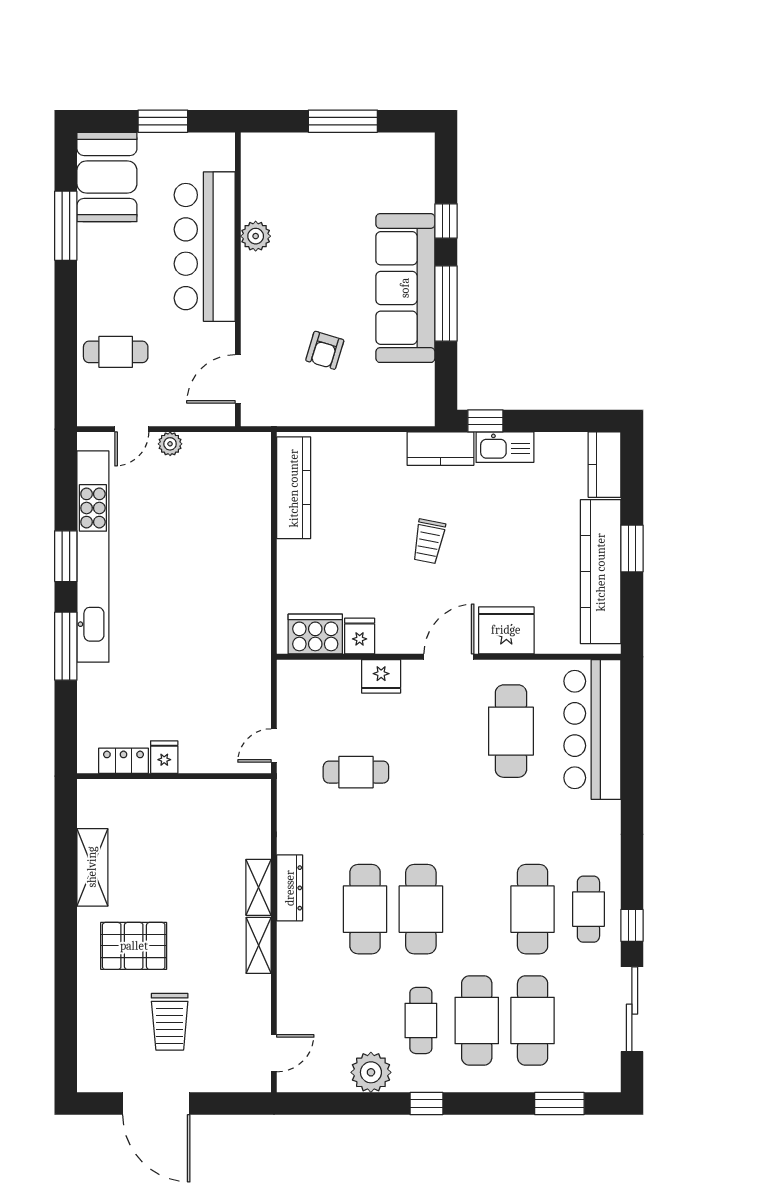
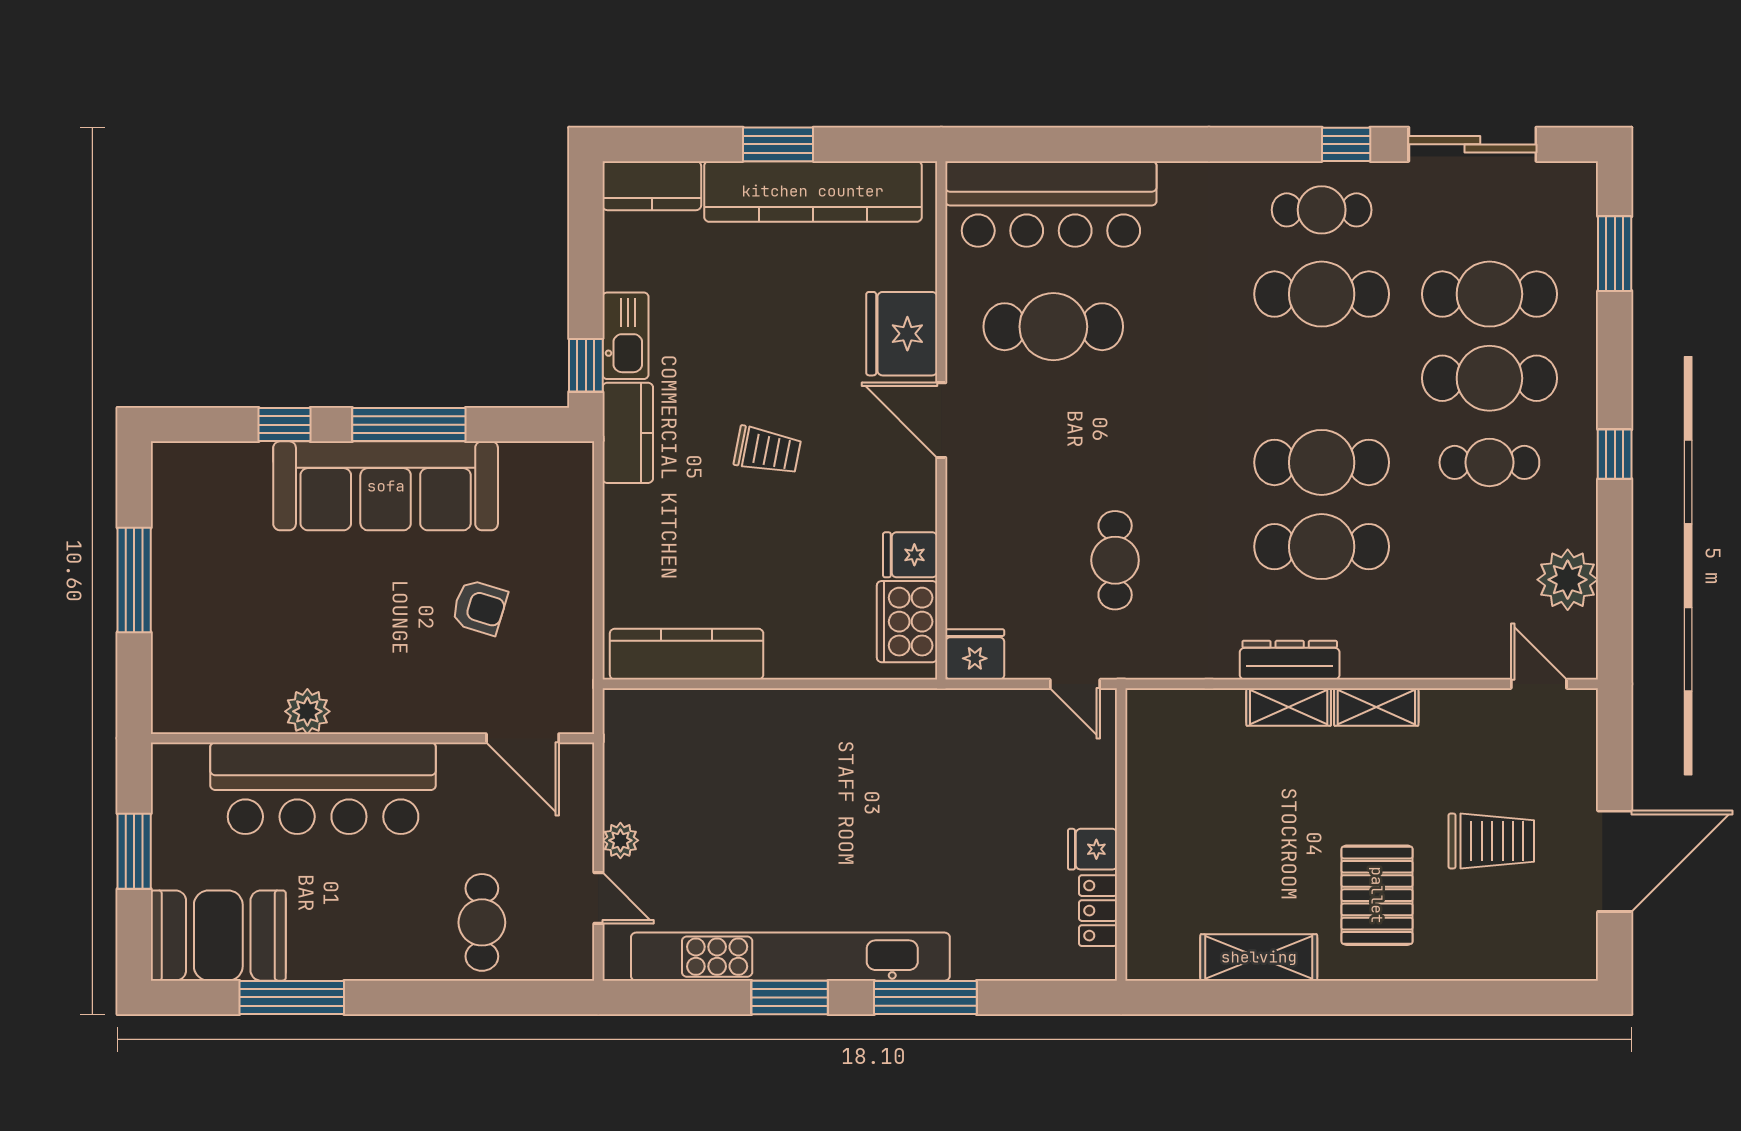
fridge: (381, 676) -> (975, 654), moved, turned -90
plant: (371, 1072) -> (1568, 580), moved

